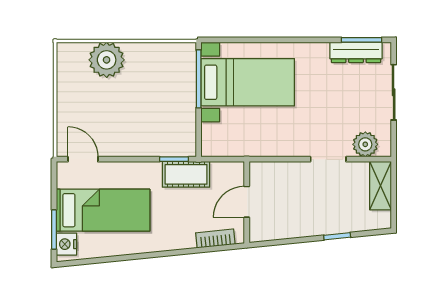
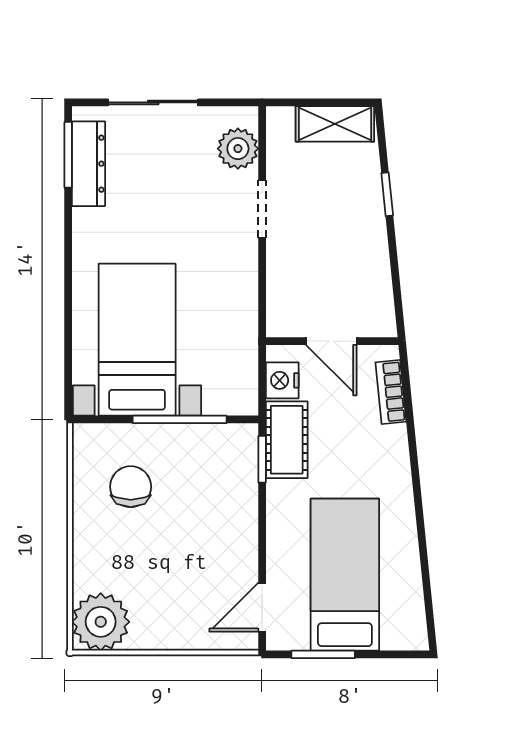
plant: (107, 60) -> (101, 622), moved
chair: (157, 78) -> (131, 487), added
window: (199, 79) -> (180, 419), moved
shelving: (380, 186) -> (335, 124), moved
window: (54, 230) -> (323, 654), moved
nightstand: (66, 244) -> (282, 380), moved, turned 90

